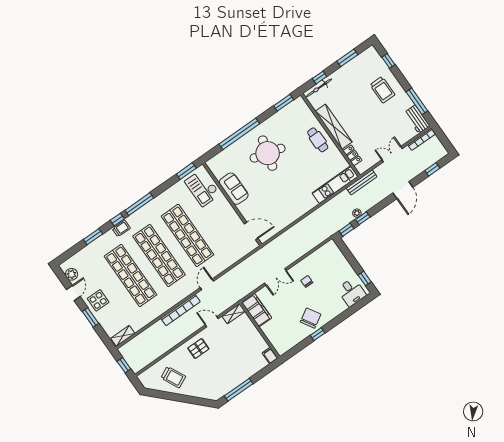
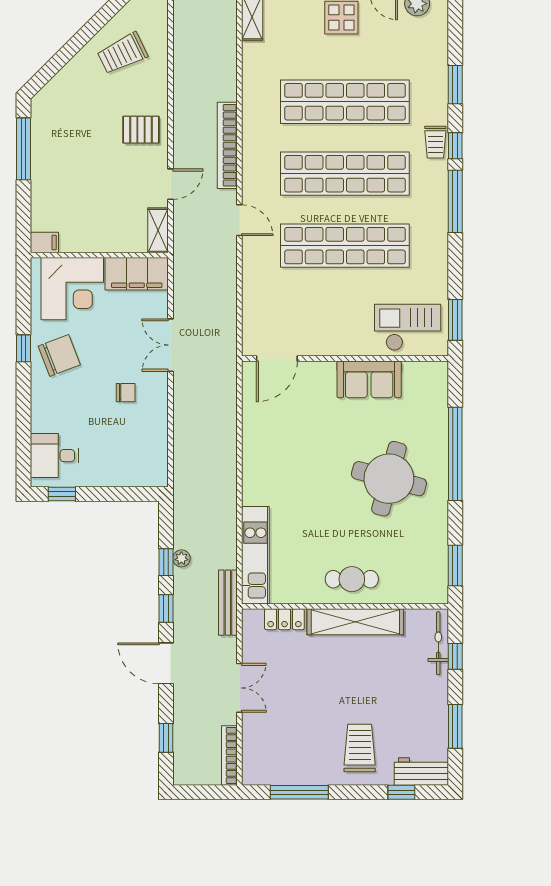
trolley: (382, 90) -> (360, 748), turned 90
workbench: (417, 119) -> (421, 771), moved
window: (346, 230) -> (166, 609), moved
chair: (311, 318) -> (59, 355), turned -80
corner desk: (280, 332) -> (72, 289), added
pallet: (198, 349) -> (141, 130), turned 90

